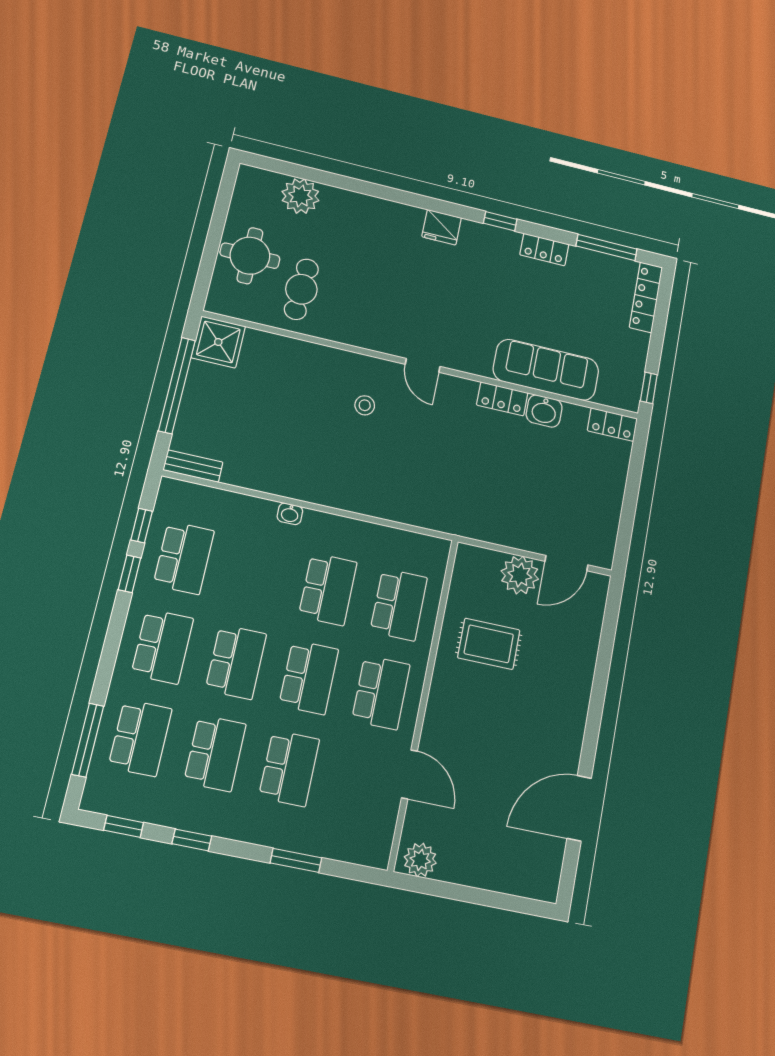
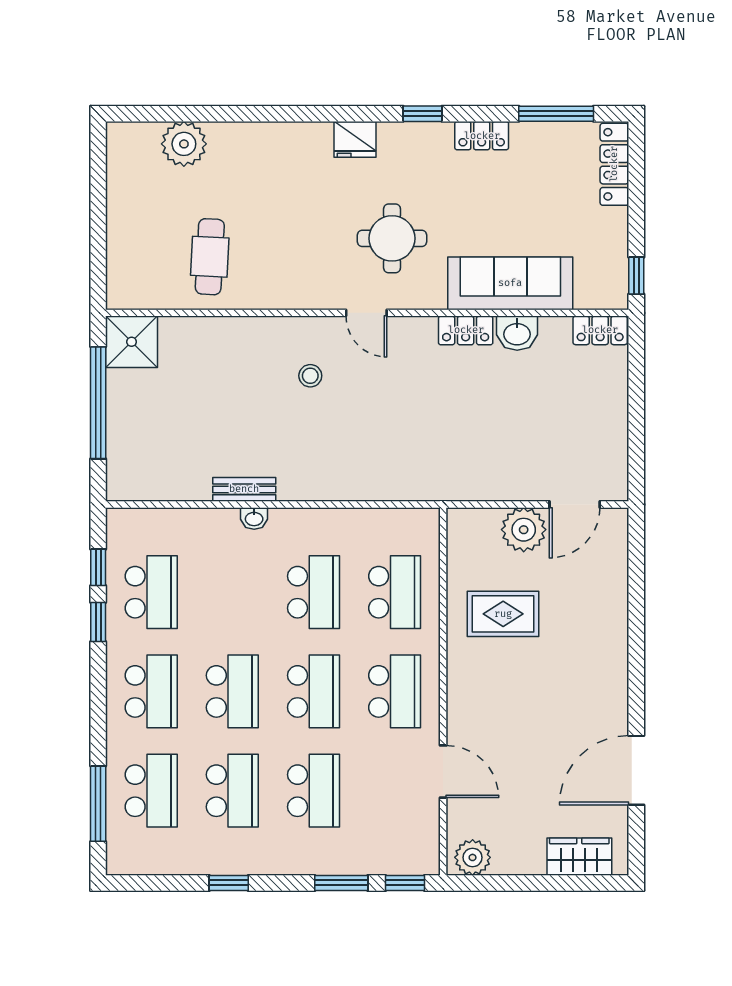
round table: (250, 256) -> (392, 238), moved
bench: (193, 466) -> (244, 489), moved
window: (124, 826) -> (405, 883), moved
wardrobe: (516, 878) -> (579, 857), added

